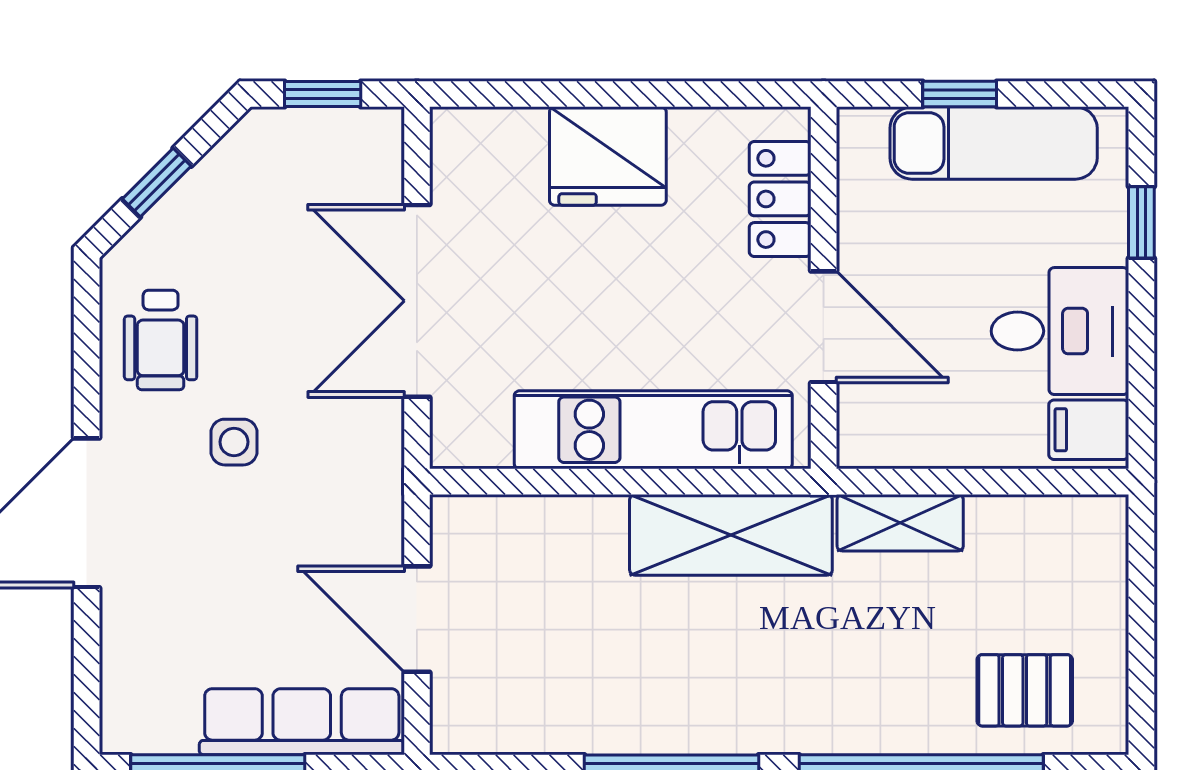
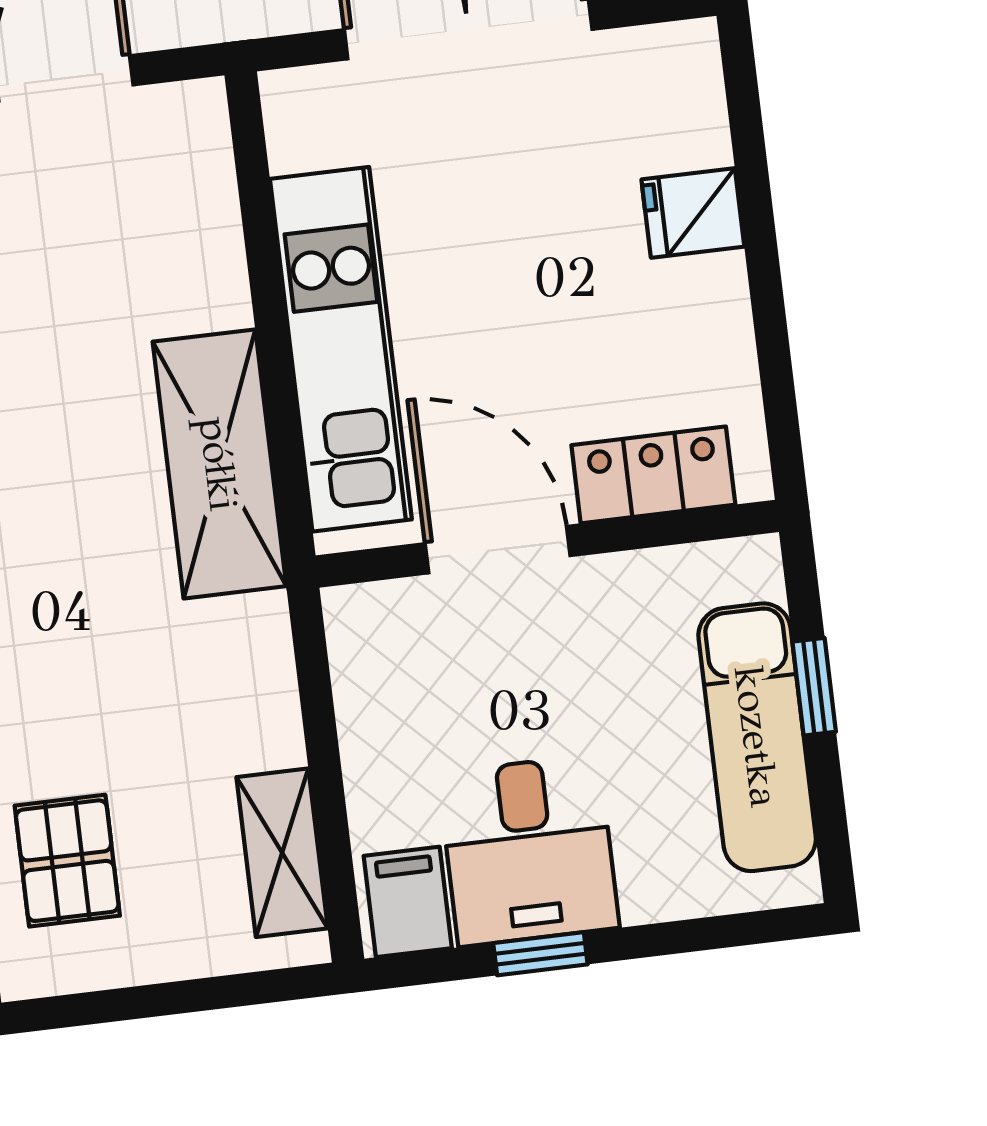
fridge: (608, 156) -> (693, 213), width x0.53, depth x0.75
window: (1141, 222) -> (540, 954), moved
door: (824, 327) -> (498, 550), swing flipped
shelving: (900, 523) -> (282, 853), moved

